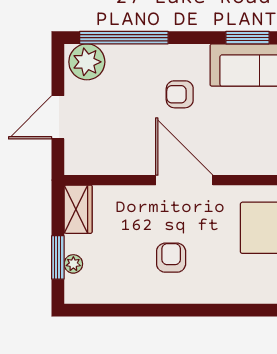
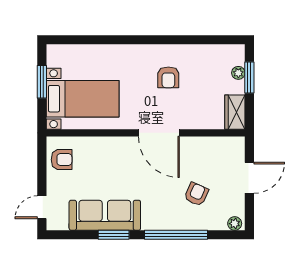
window: (124, 38) -> (176, 235), moved
plant: (87, 62) -> (235, 224), width x0.53, depth x0.53
armchair: (180, 94) -> (196, 194), moved, turned -66

